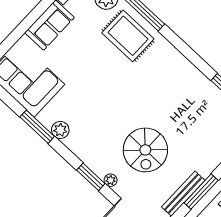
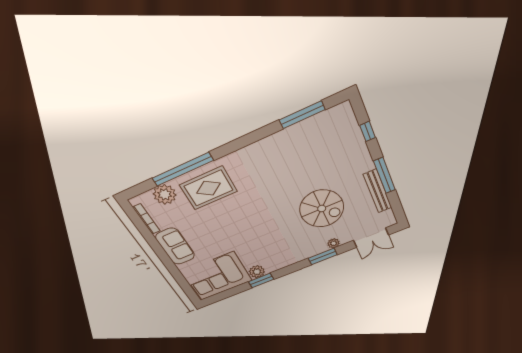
window: (37, 127) -> (261, 280), width x0.69
plant: (60, 130) -> (257, 272), moved

